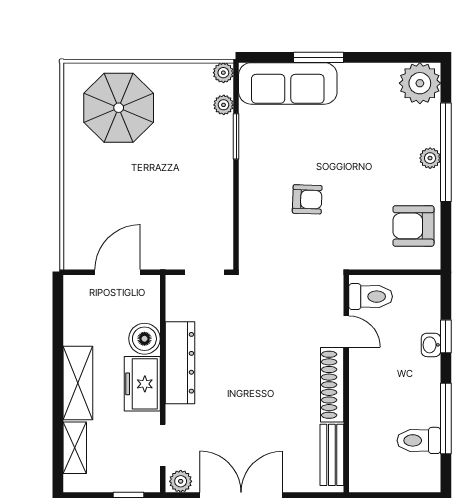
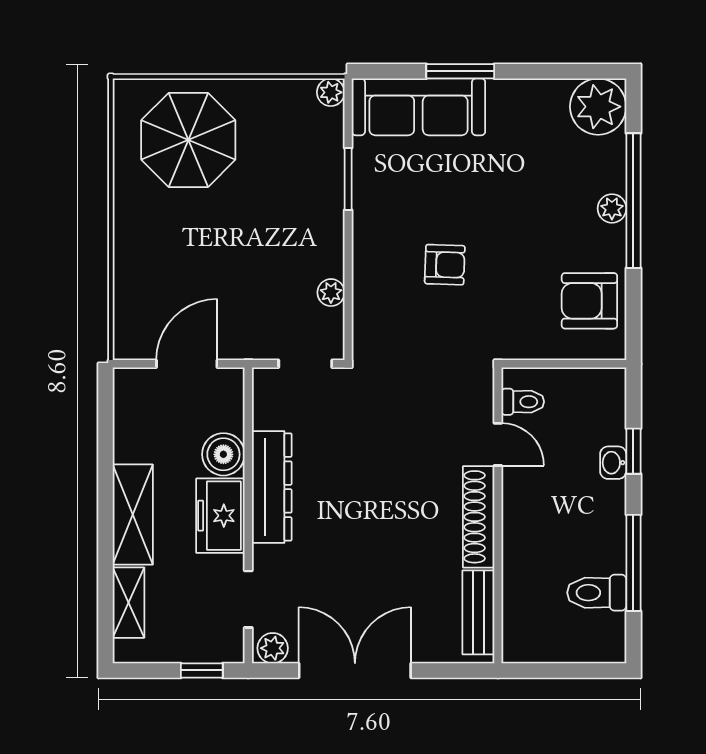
plant: (224, 105) -> (331, 293), moved
toilet: (371, 297) -> (523, 402), width x0.73, depth x0.72

